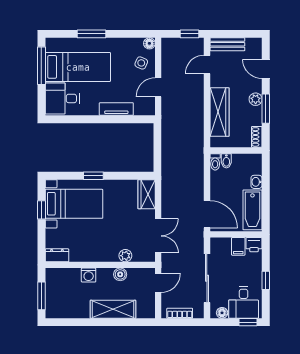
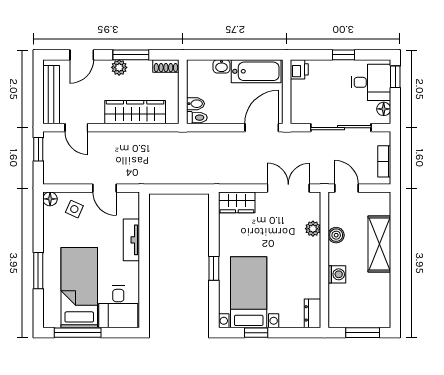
bench: (227, 44) -> (51, 95), width x1.36
filing cabinet: (238, 246) -> (301, 89), removed

